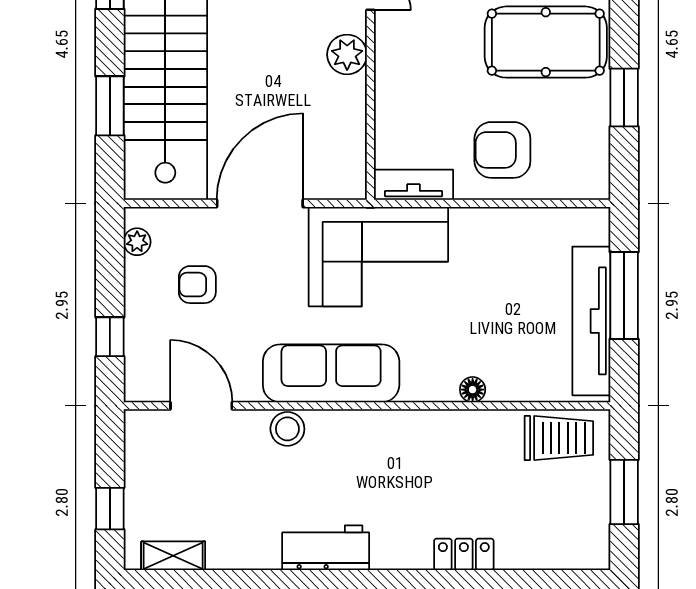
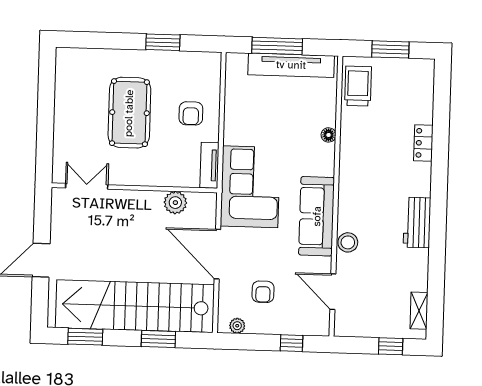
pool table: (546, 42) -> (129, 113), moved
plant: (347, 54) -> (175, 203), moved
armchair: (502, 150) -> (191, 113), width x0.72, depth x0.72
door: (201, 406) -> (333, 292), hinge flipped

